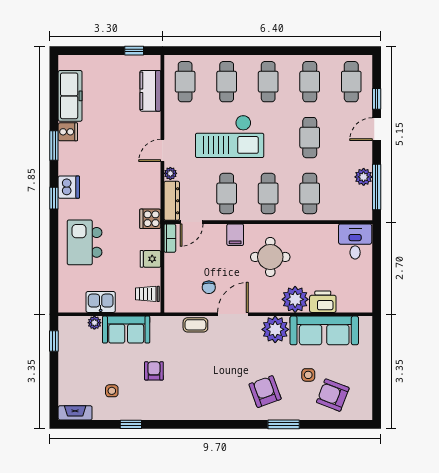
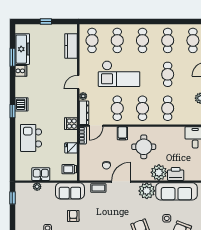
window: (134, 51) -> (46, 22), moved
window: (54, 145) -> (12, 57), moved
sofa: (126, 330) -> (70, 191), moved

